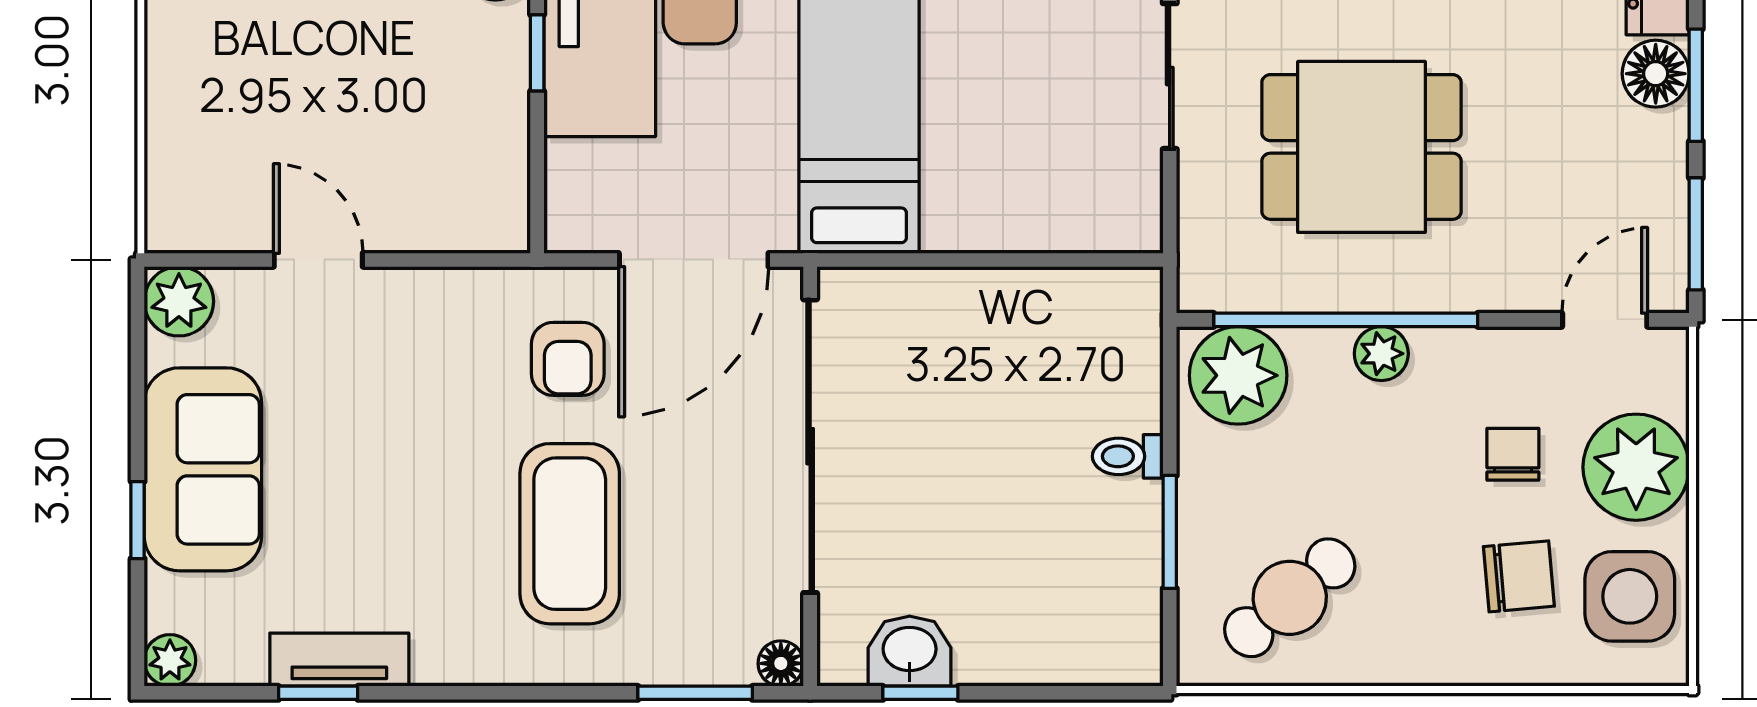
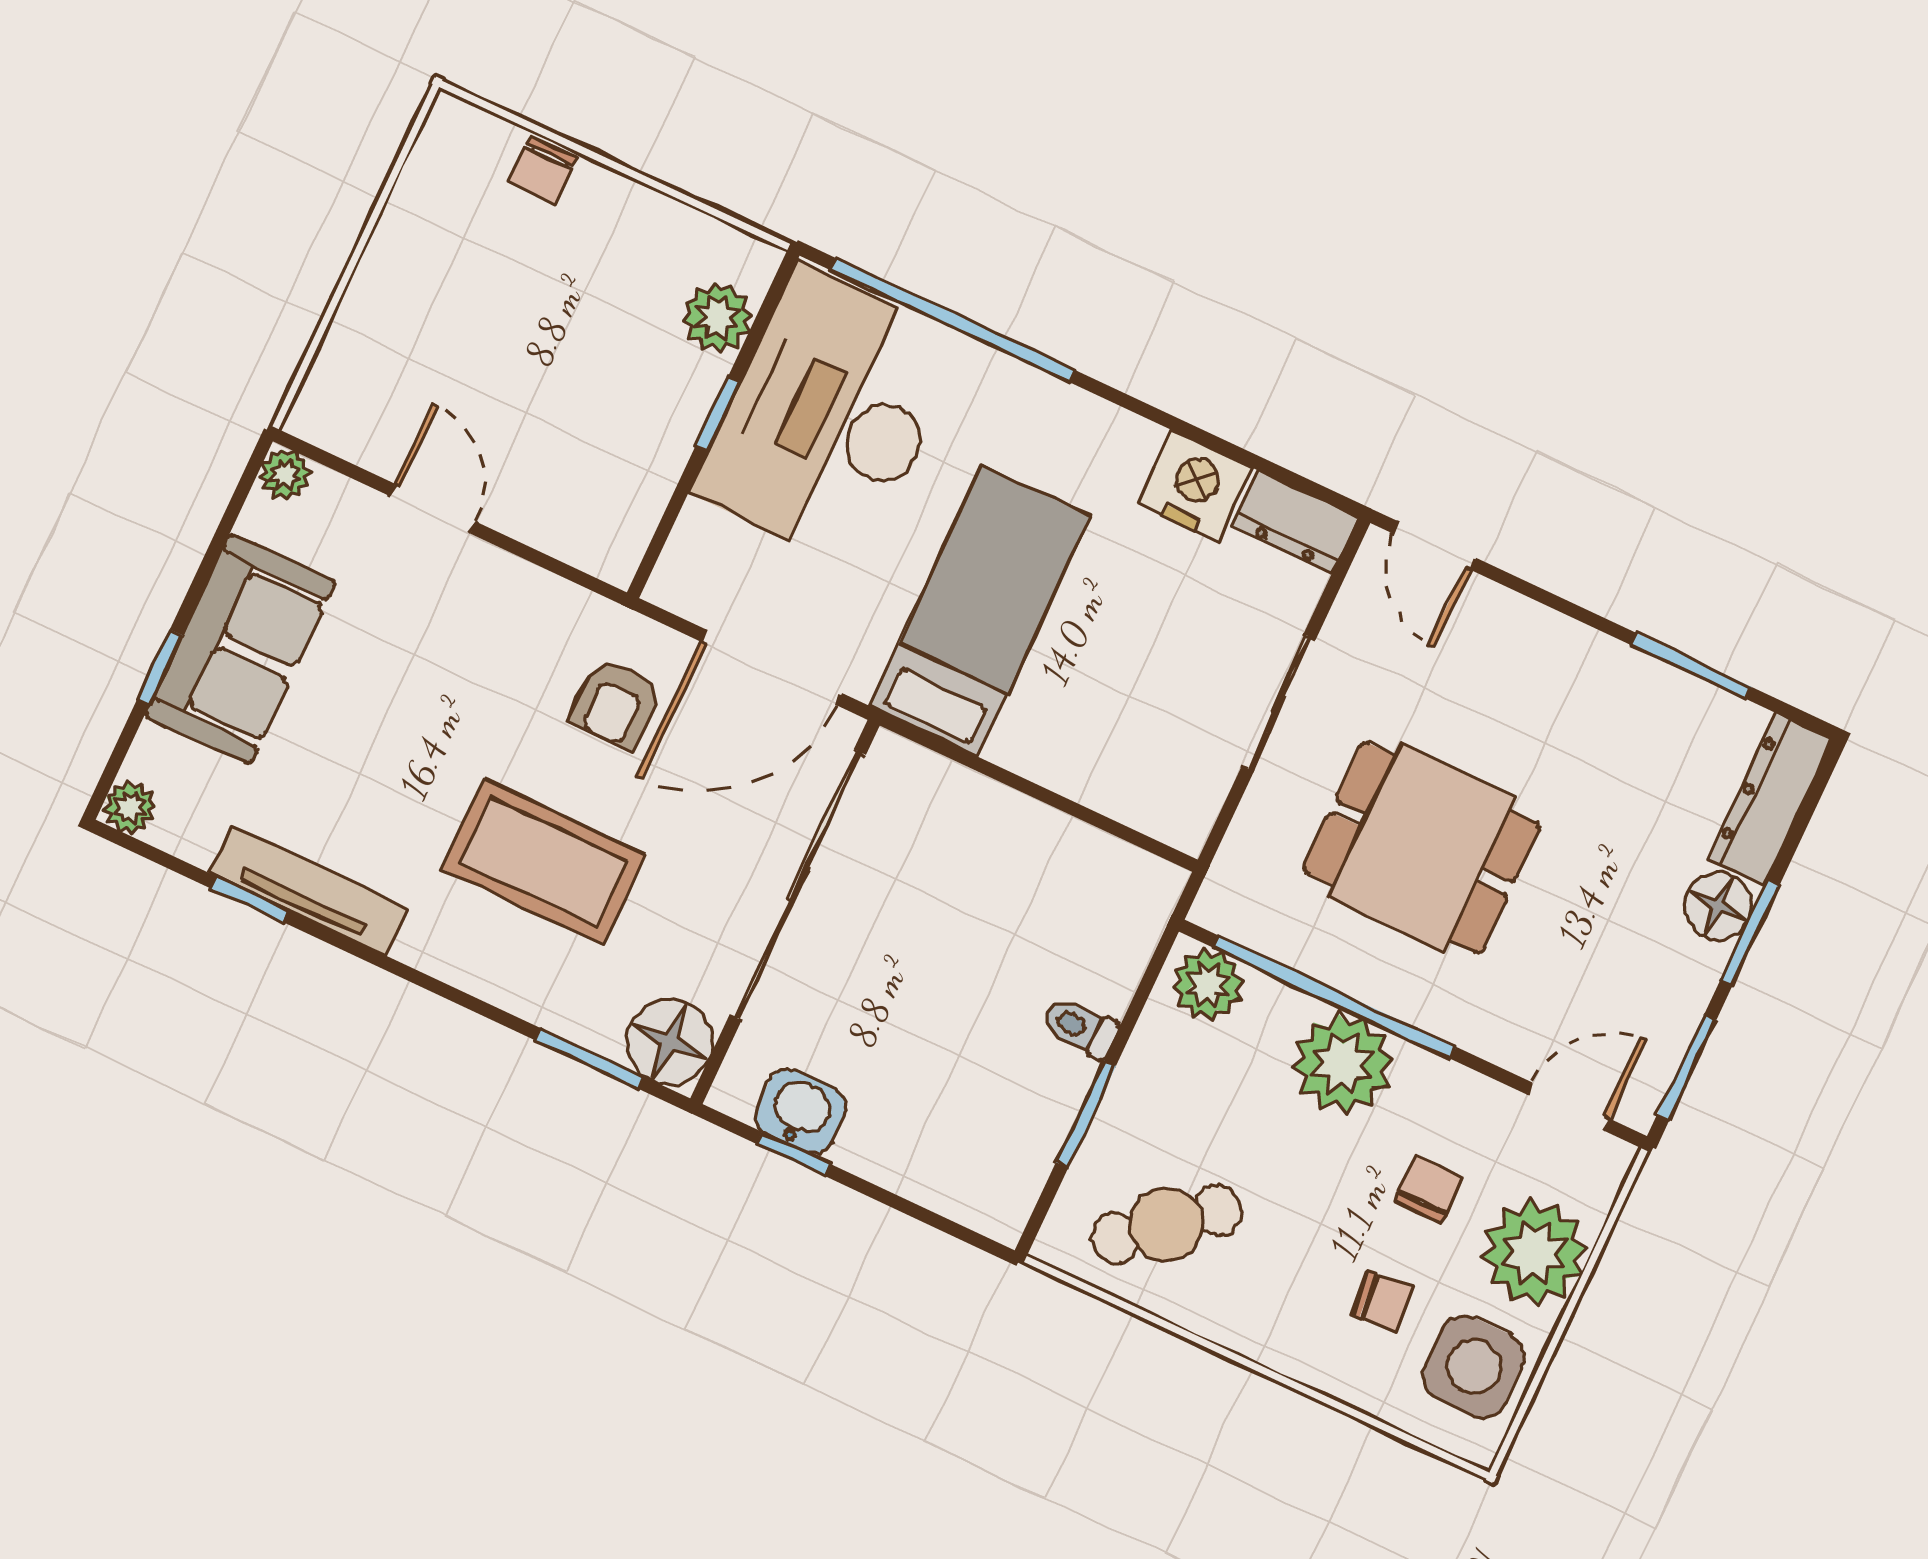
plant: (179, 301) -> (285, 475), width x0.73, depth x0.73
plant: (1381, 354) -> (1342, 1064), width x1.87, depth x1.87
plant: (1238, 375) -> (1208, 984), width x0.73, depth x0.73
coffee table: (570, 534) -> (544, 862), turned 90
chair: (1519, 576) -> (1382, 1302), width x0.73, depth x0.73
tv unit: (339, 660) -> (308, 890), width x1.41
floor lamp: (781, 663) -> (670, 1042), width x1.89, depth x1.89

